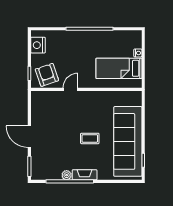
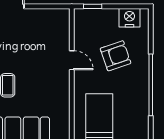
armchair: (47, 75) -> (116, 56), moved

